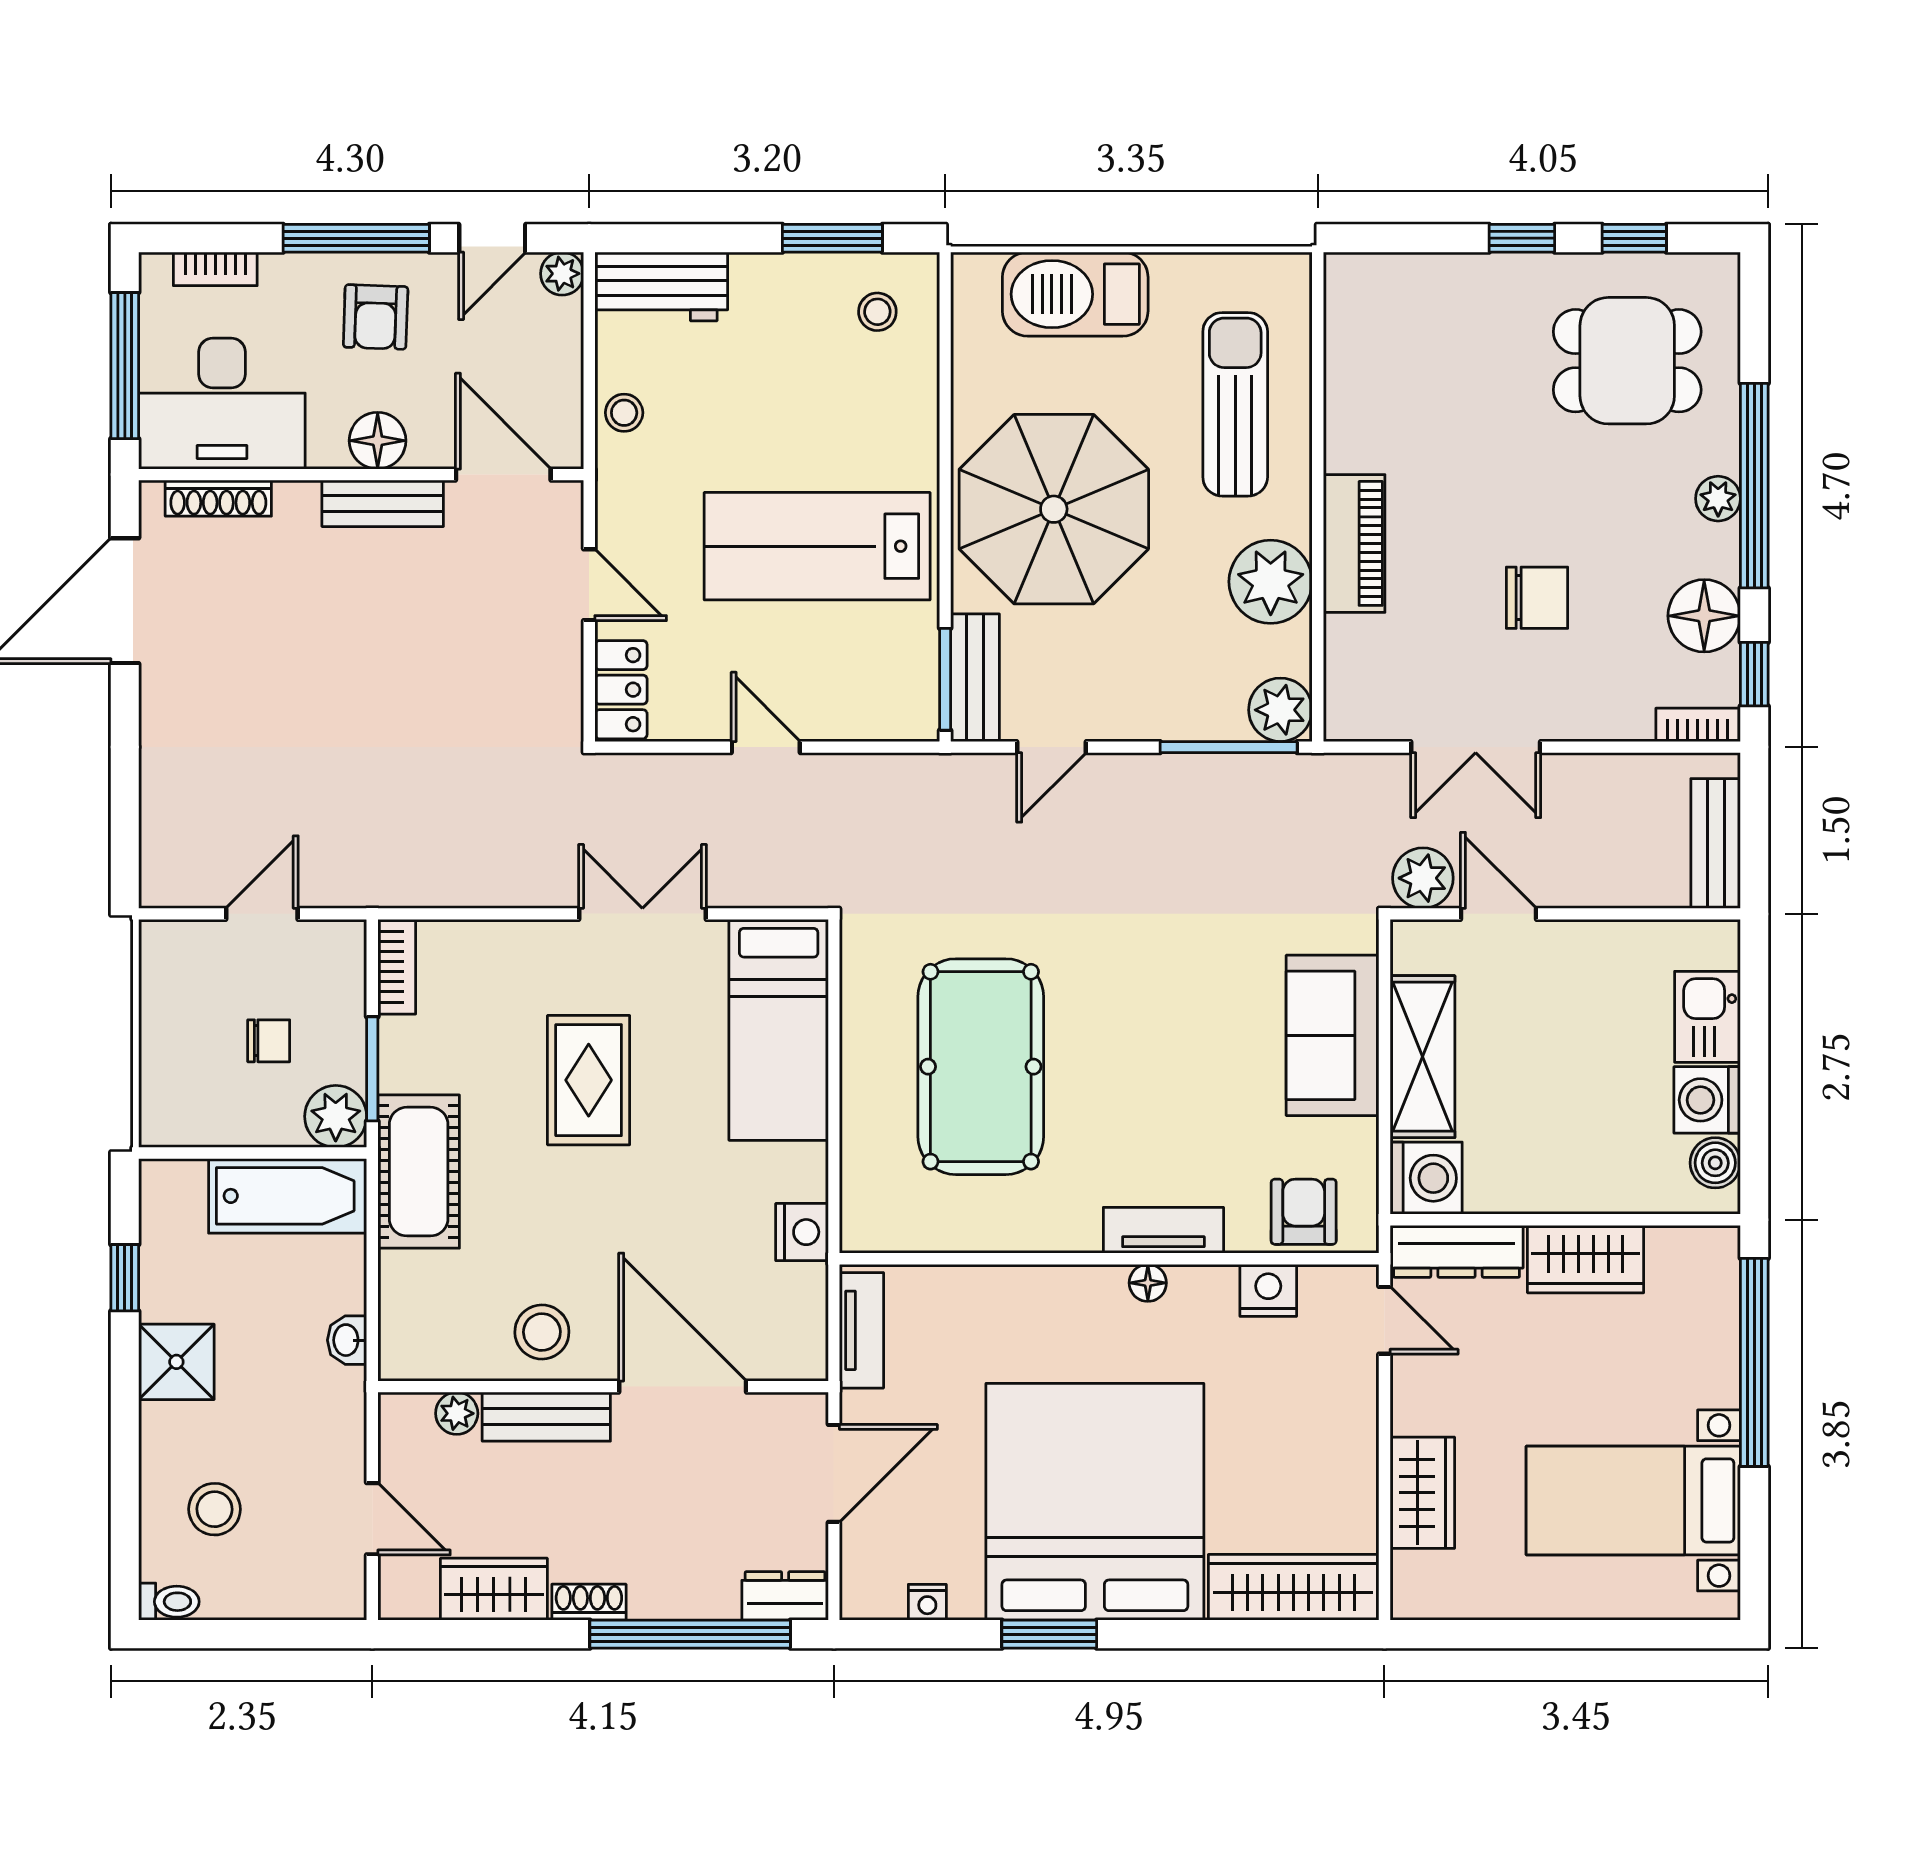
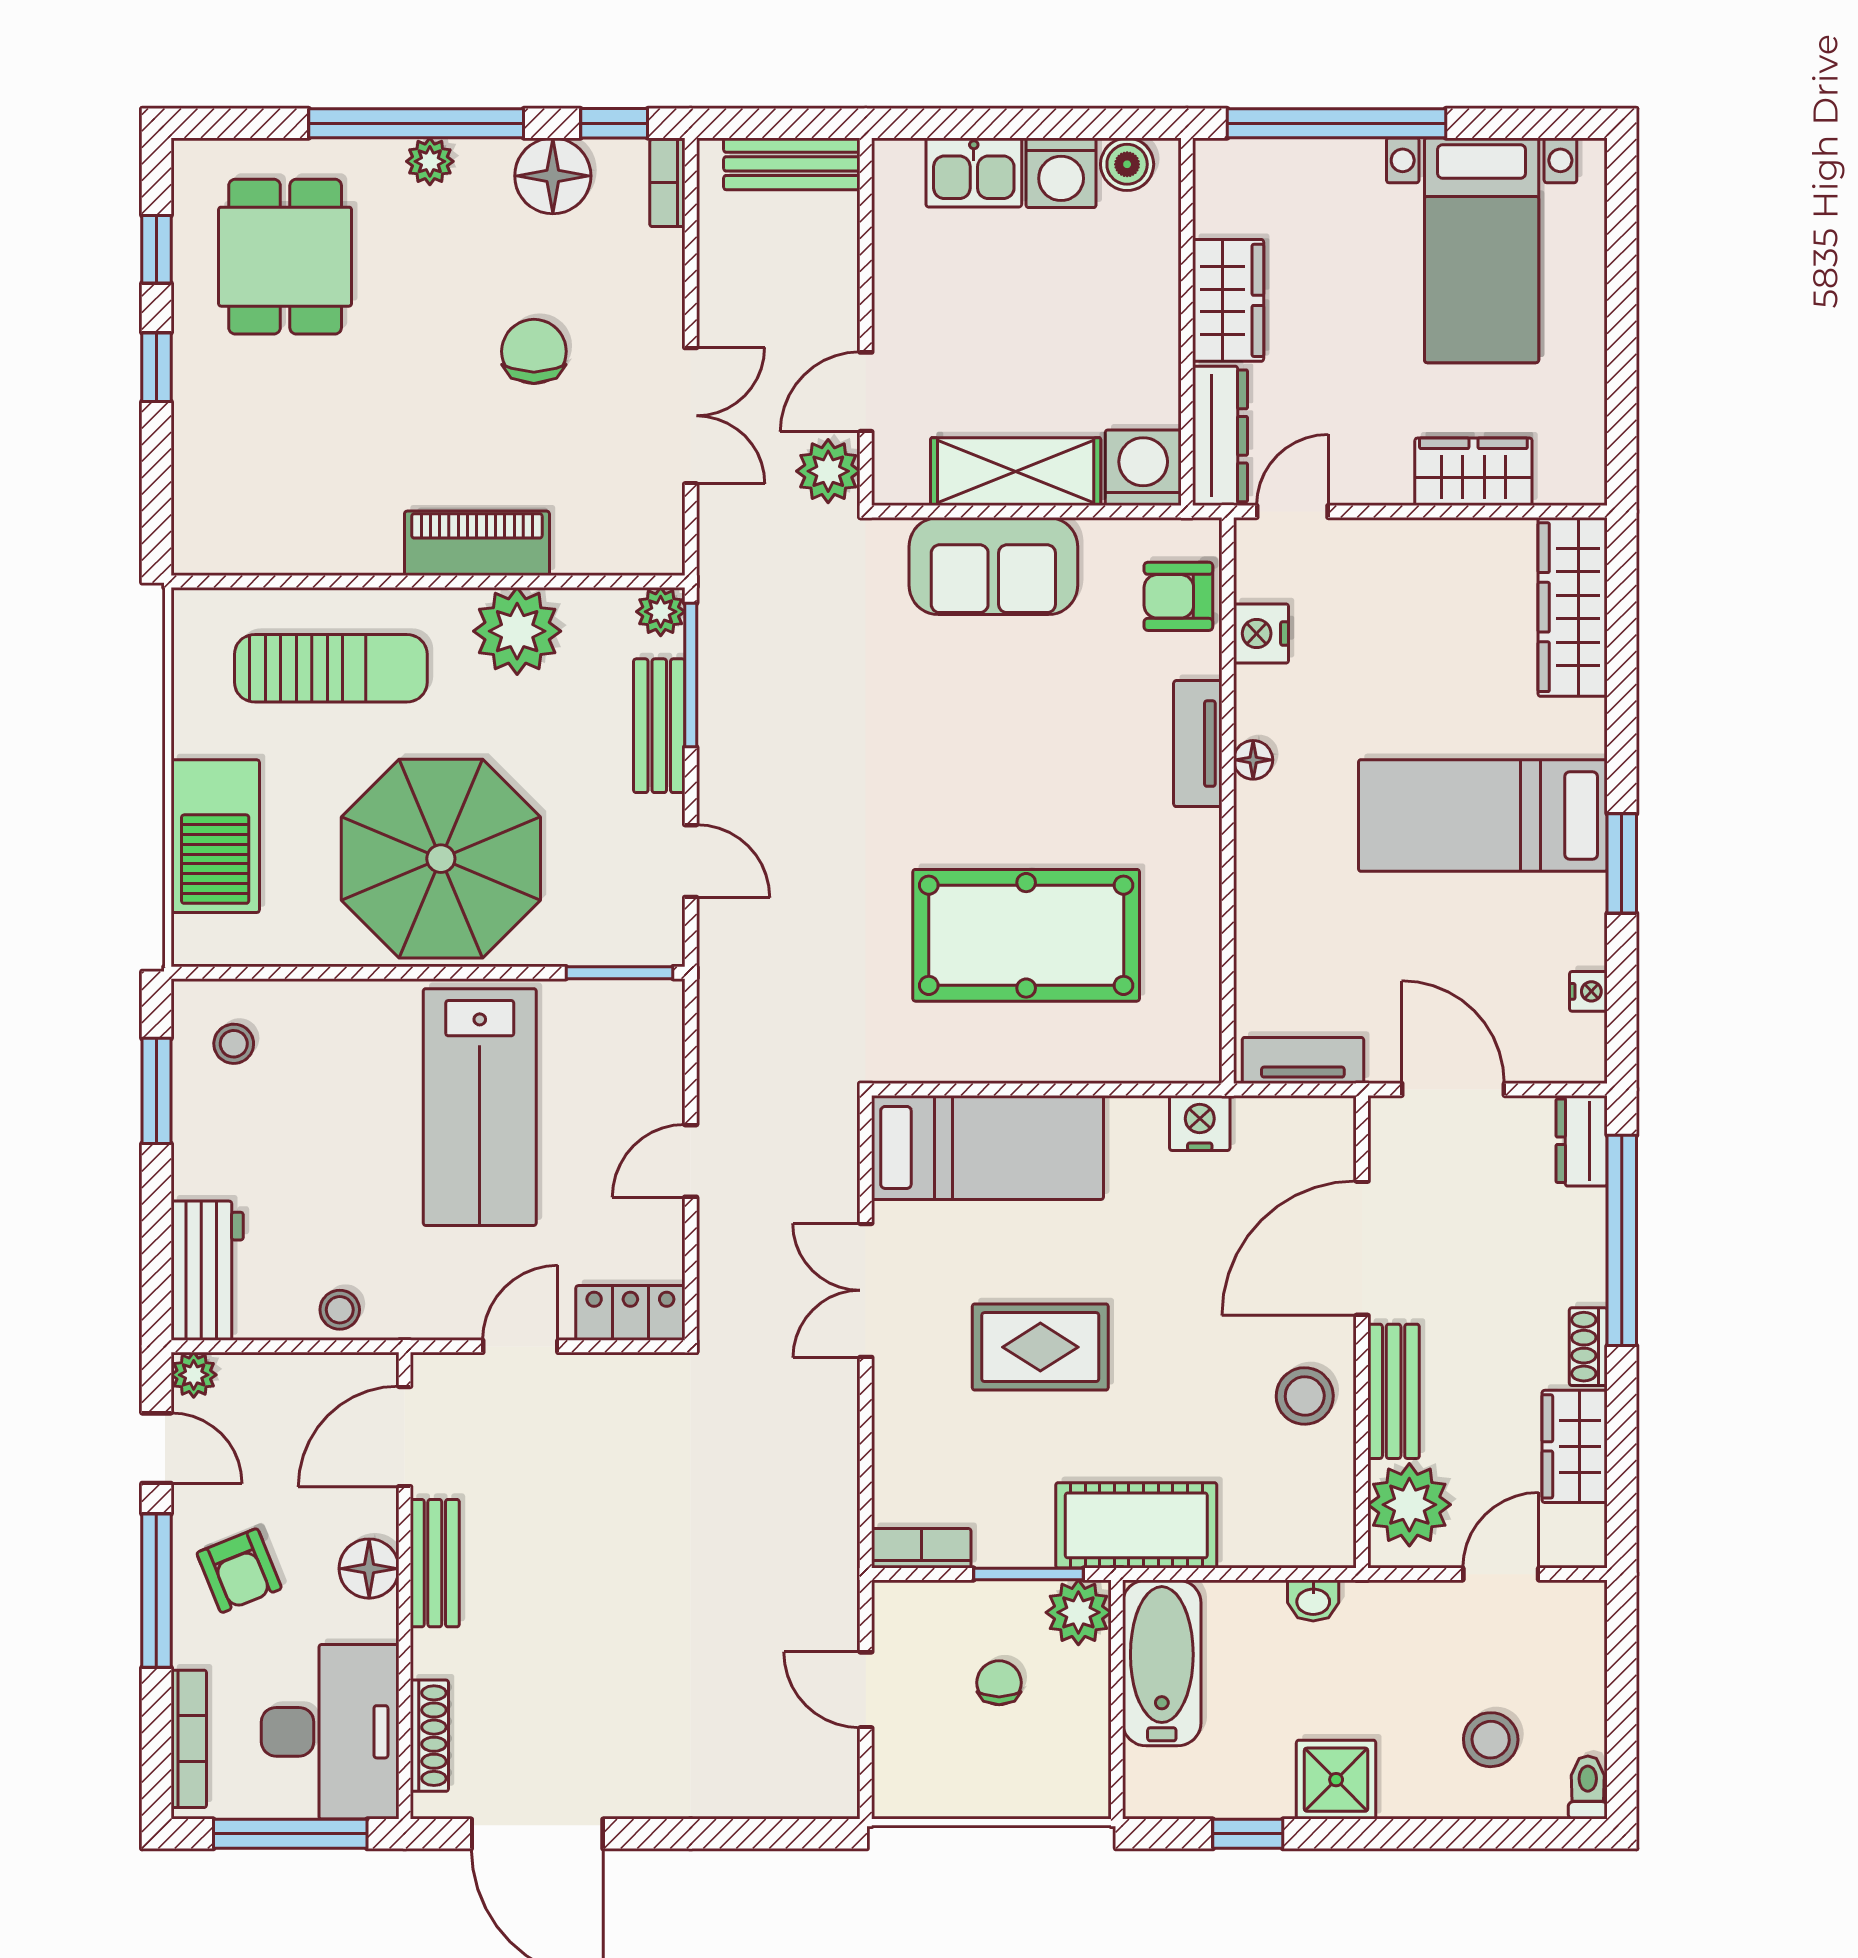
bookcase: (215, 269) -> (189, 1739), width x1.56
armchair: (376, 317) -> (239, 1571), turned 66
sun lounger: (1235, 404) -> (331, 668), turned 180
bench: (975, 678) -> (659, 726), moved, turned 90
plant: (1280, 710) -> (661, 612), width x0.73, depth x0.73
plant: (457, 1413) -> (1409, 1505), width x1.88, depth x1.88
bed: (1095, 1502) -> (1483, 815), width x0.49

